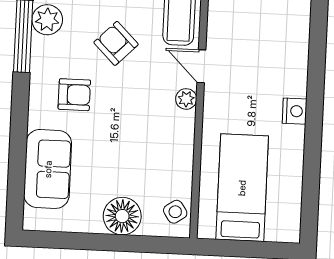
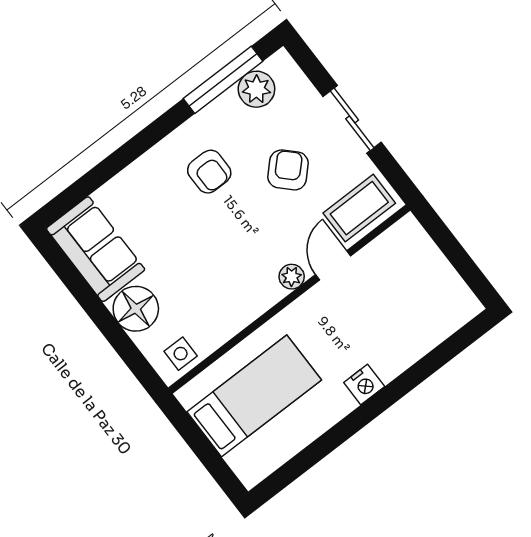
sofa: (48, 169) -> (96, 249), moved, turned -90
side table: (175, 212) -> (181, 354), turned 34

